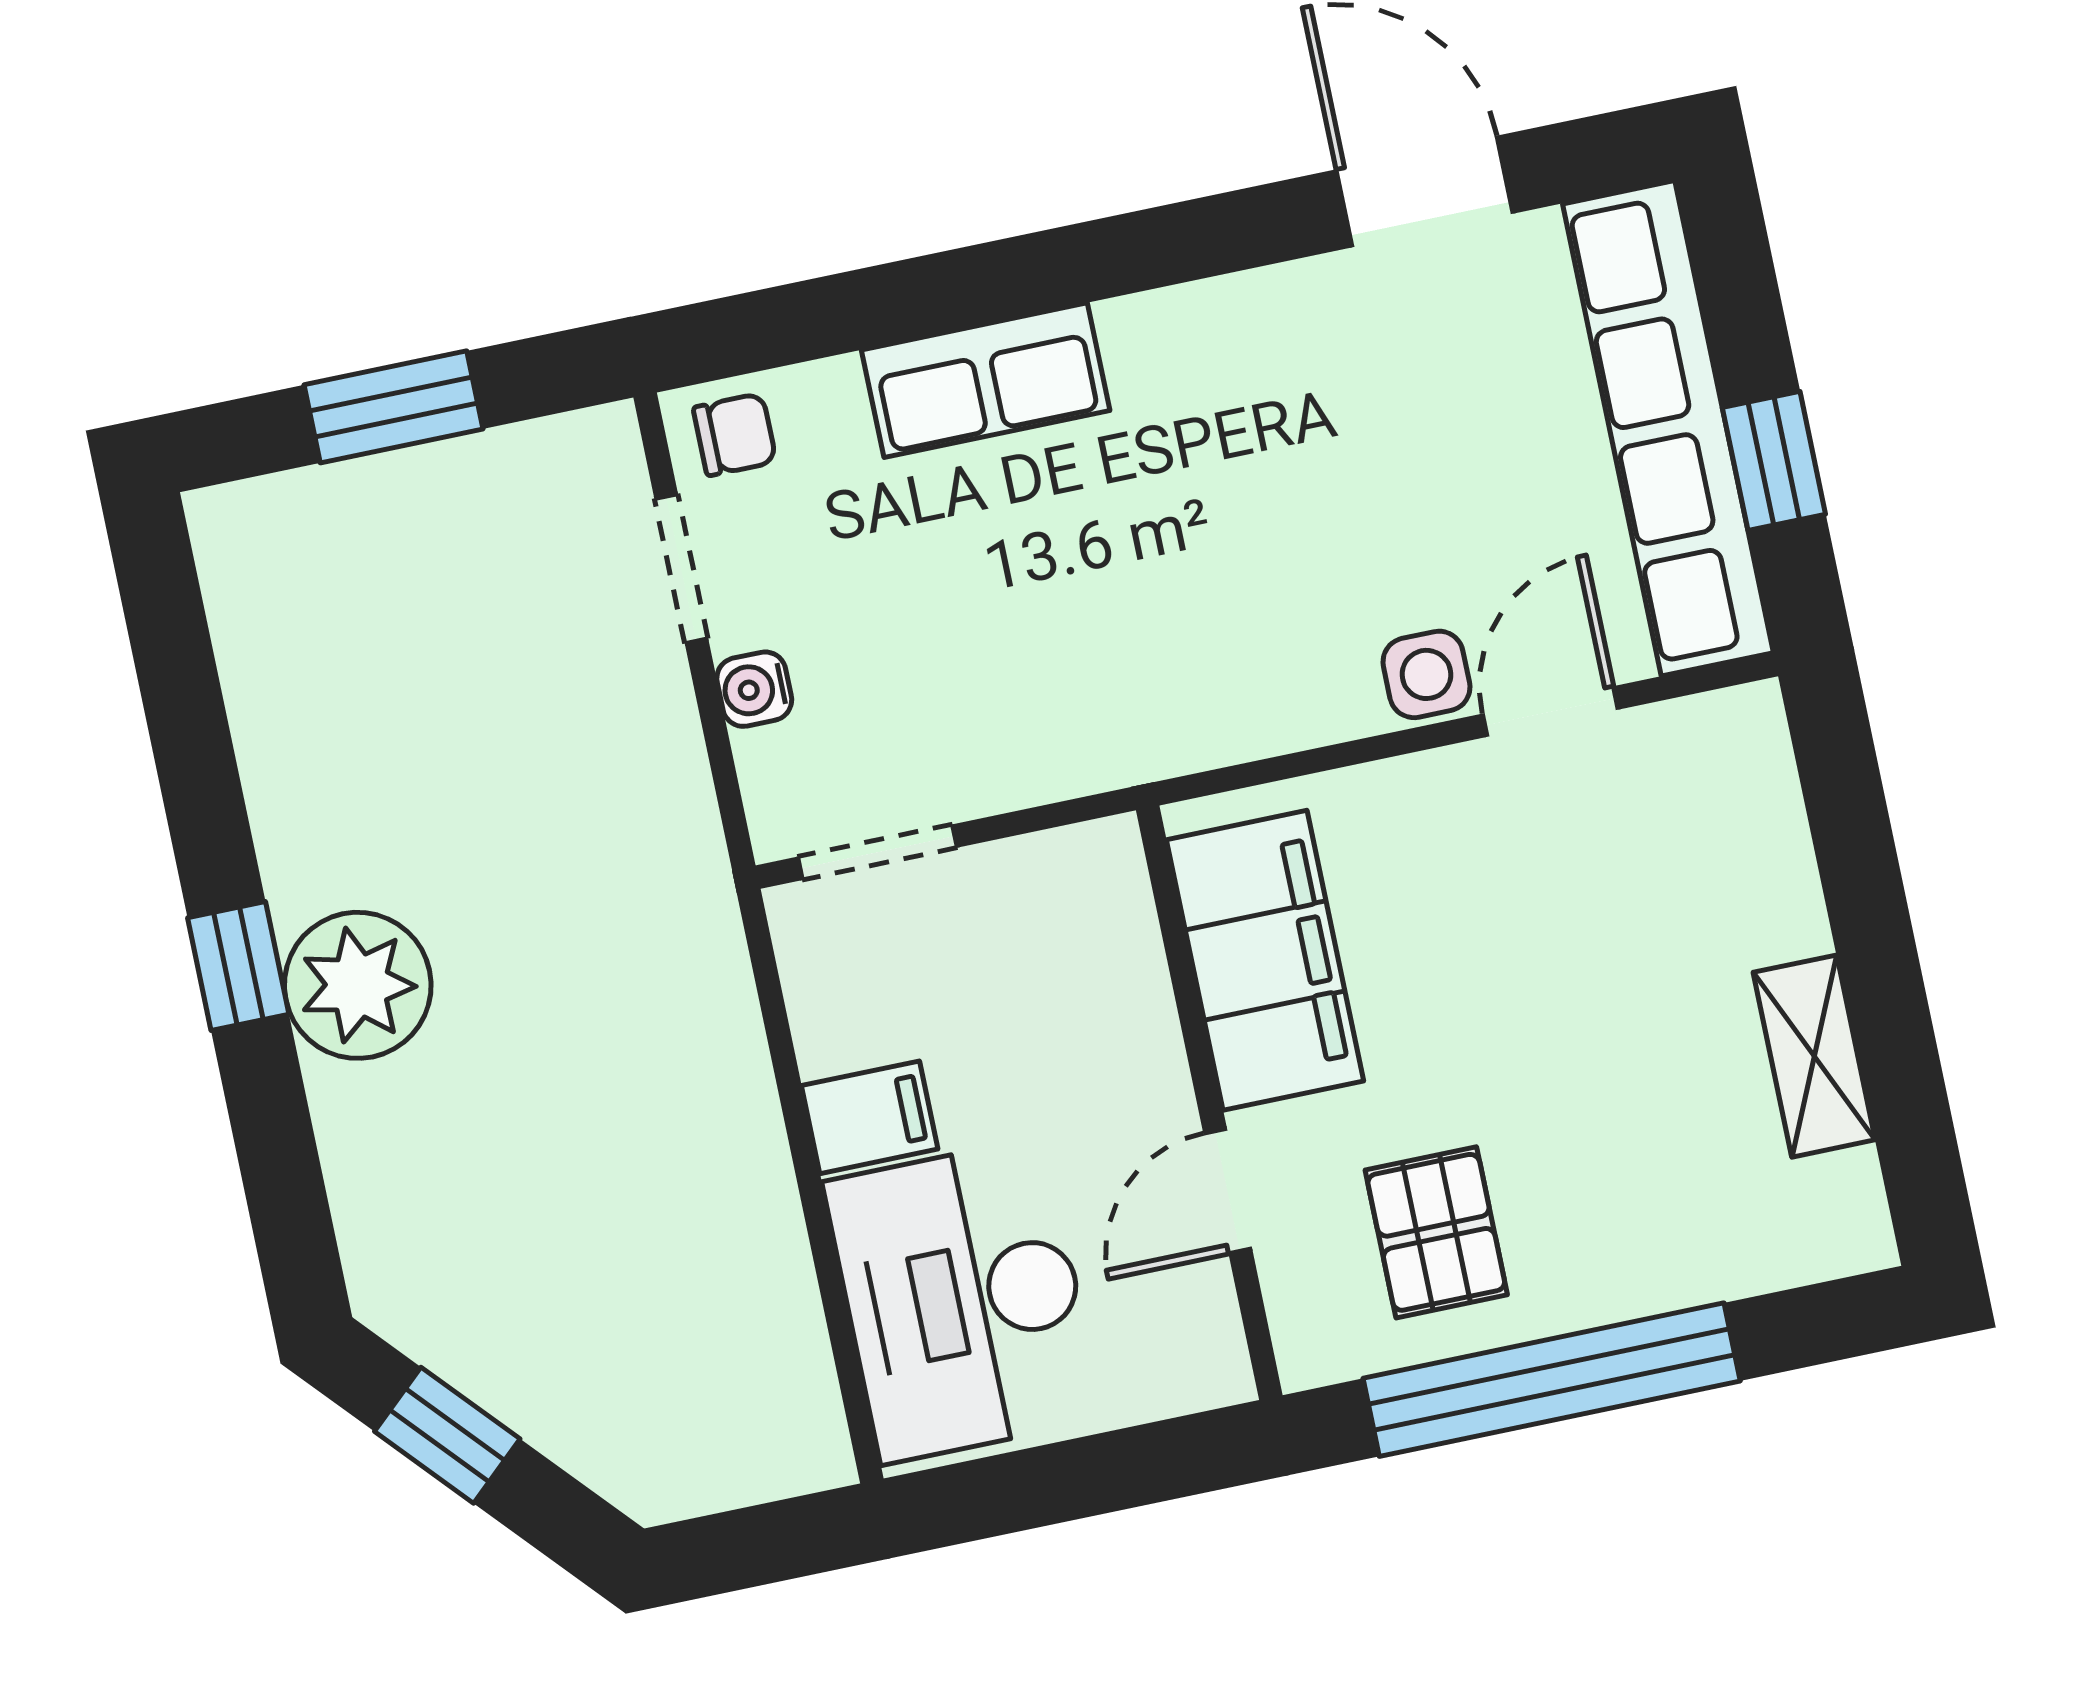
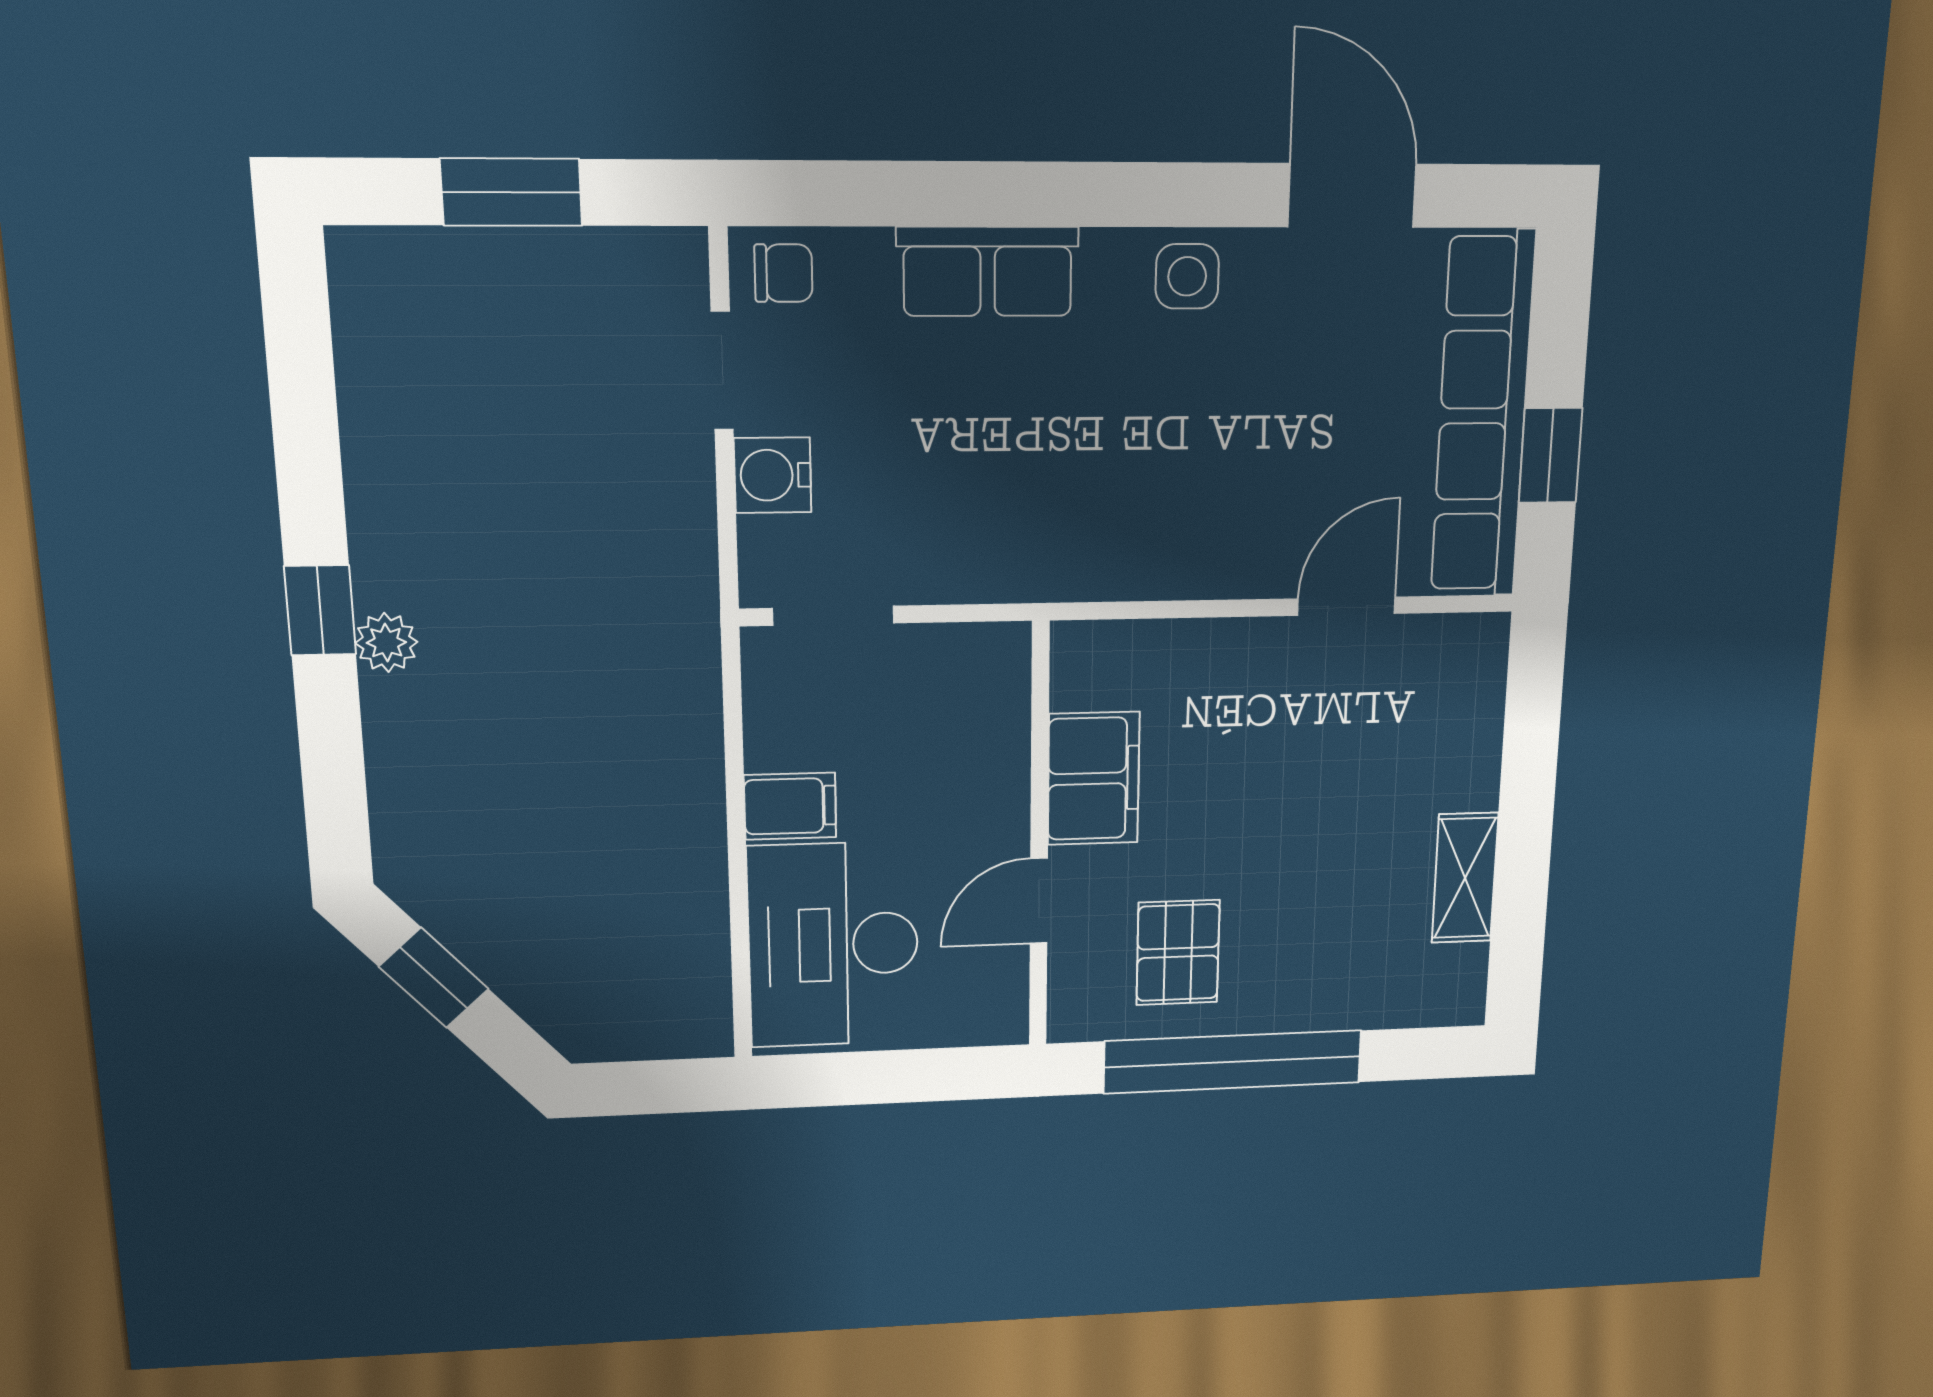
side table: (1426, 674) -> (1187, 276), moved
water cooler: (754, 689) -> (773, 475), width x1.38, depth x1.38
filing cabinet: (1265, 960) -> (1094, 779), width x0.67, depth x0.86
plant: (358, 985) -> (386, 642), width x0.53, depth x0.53

